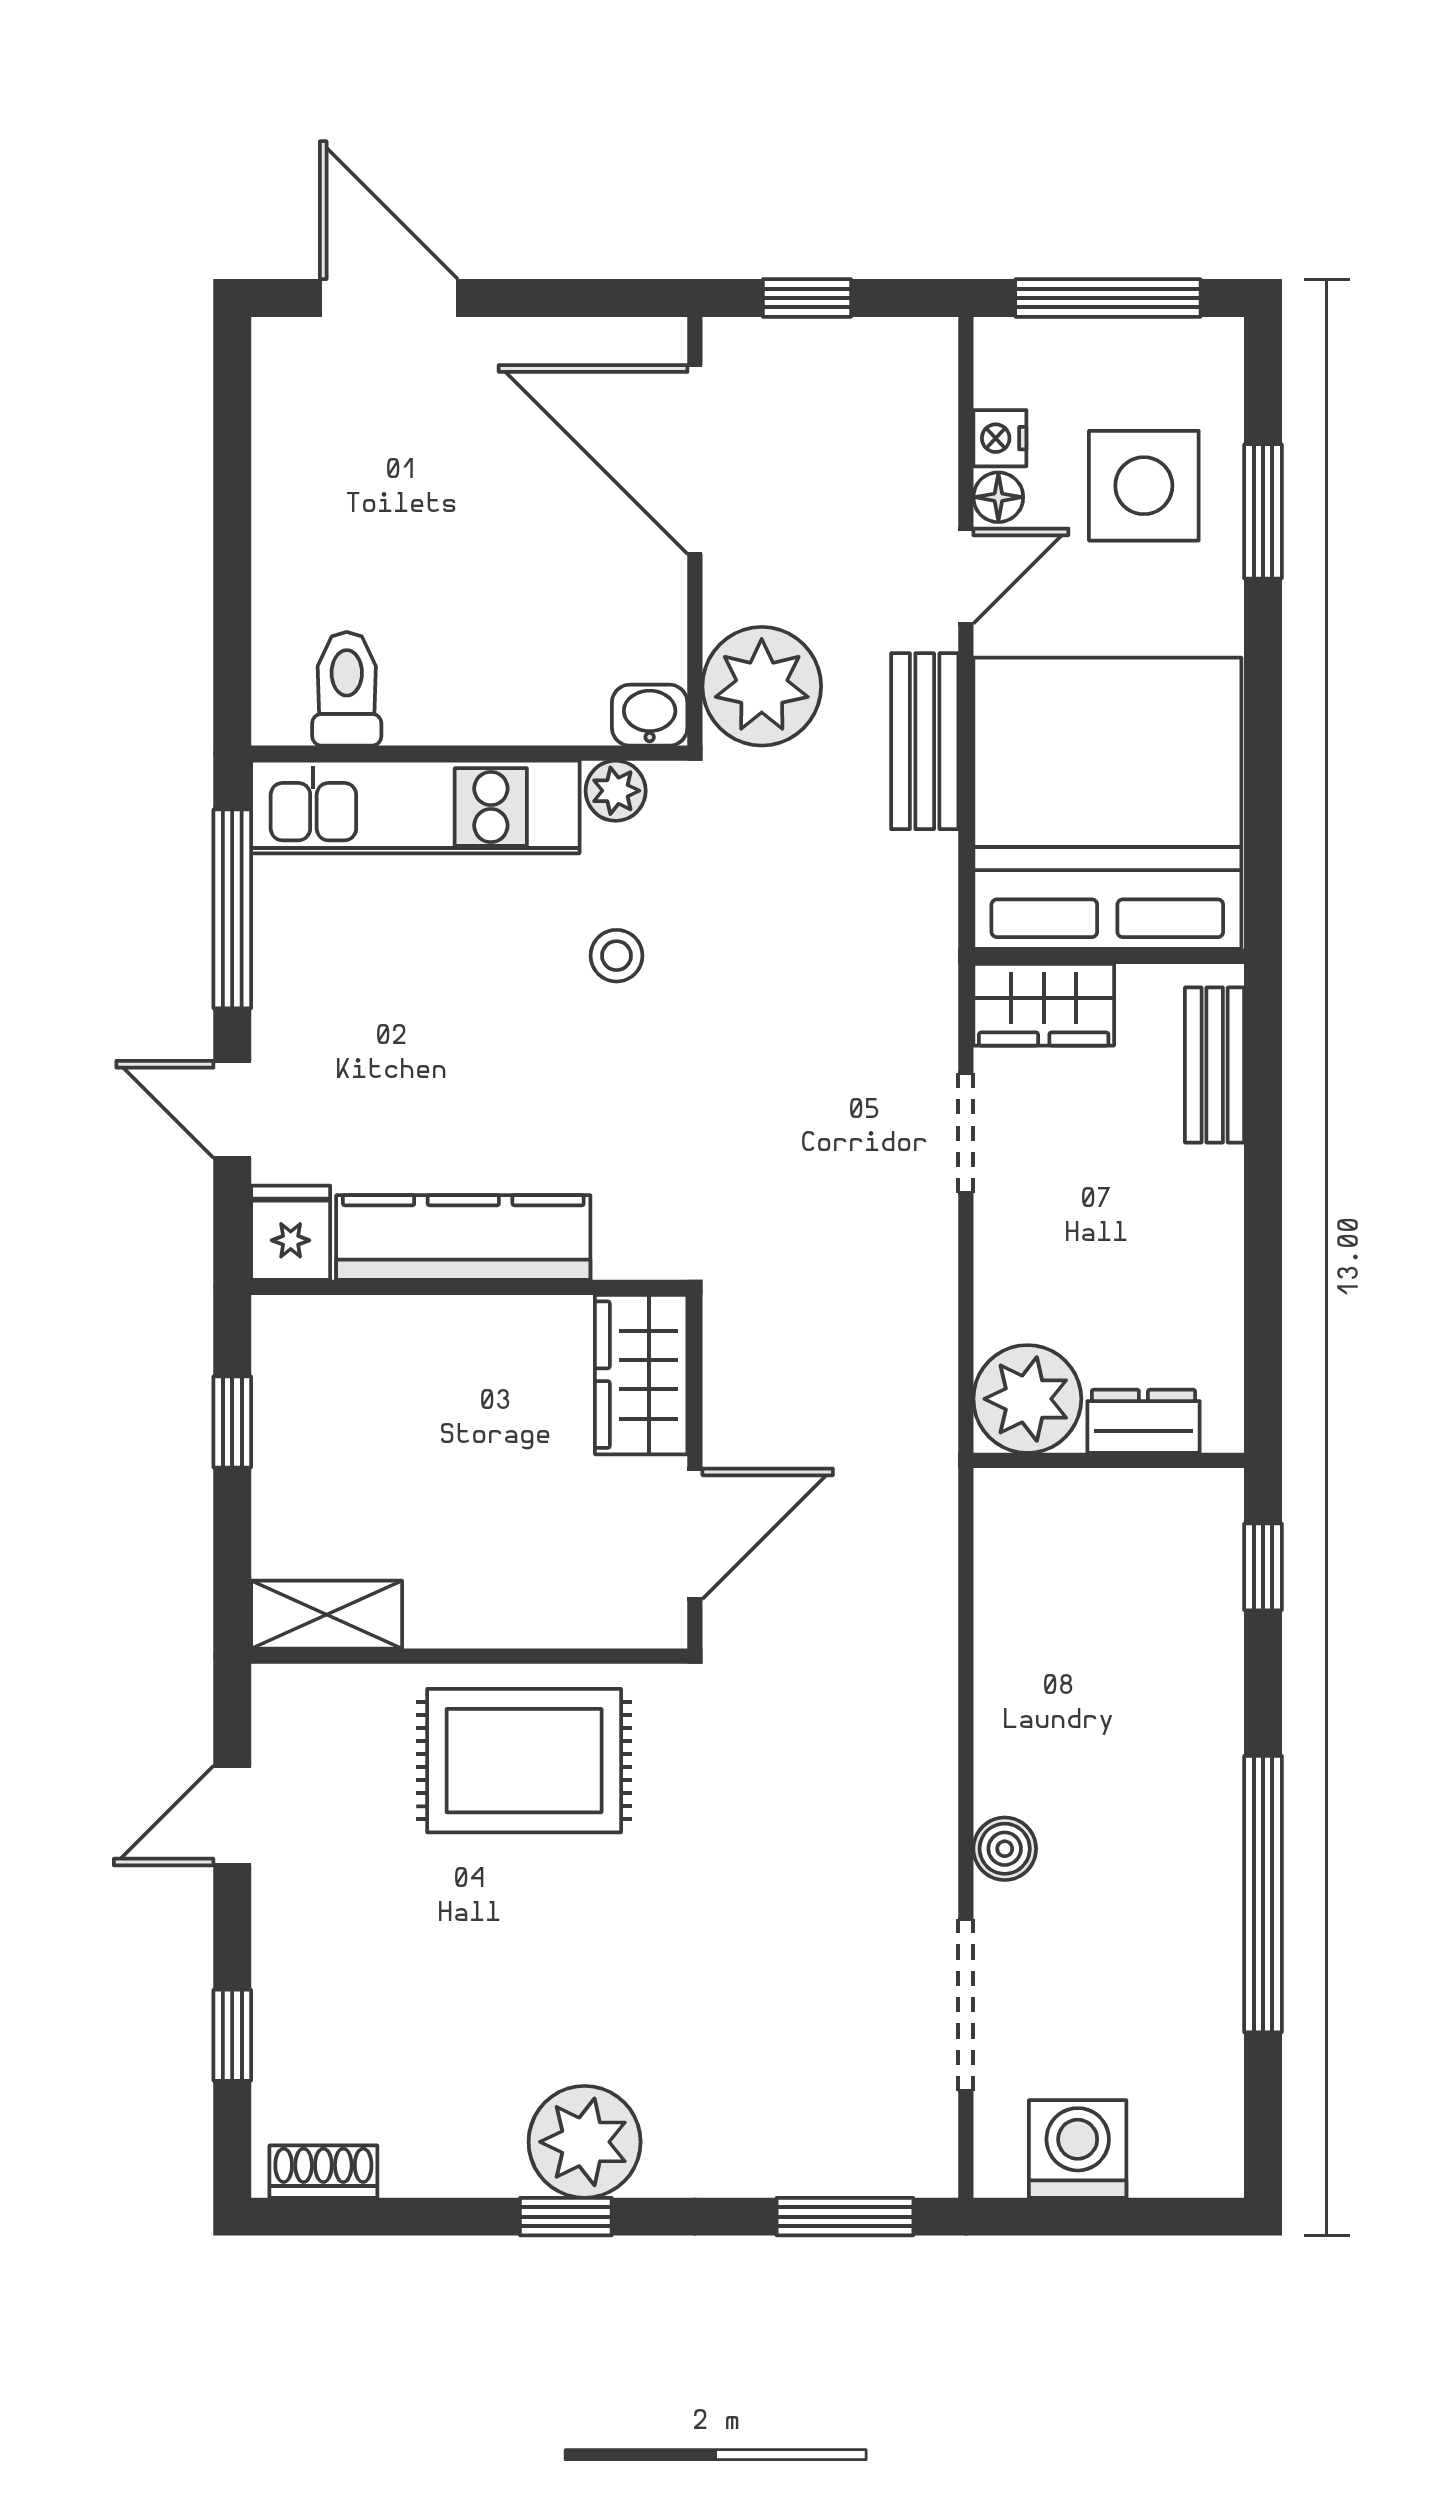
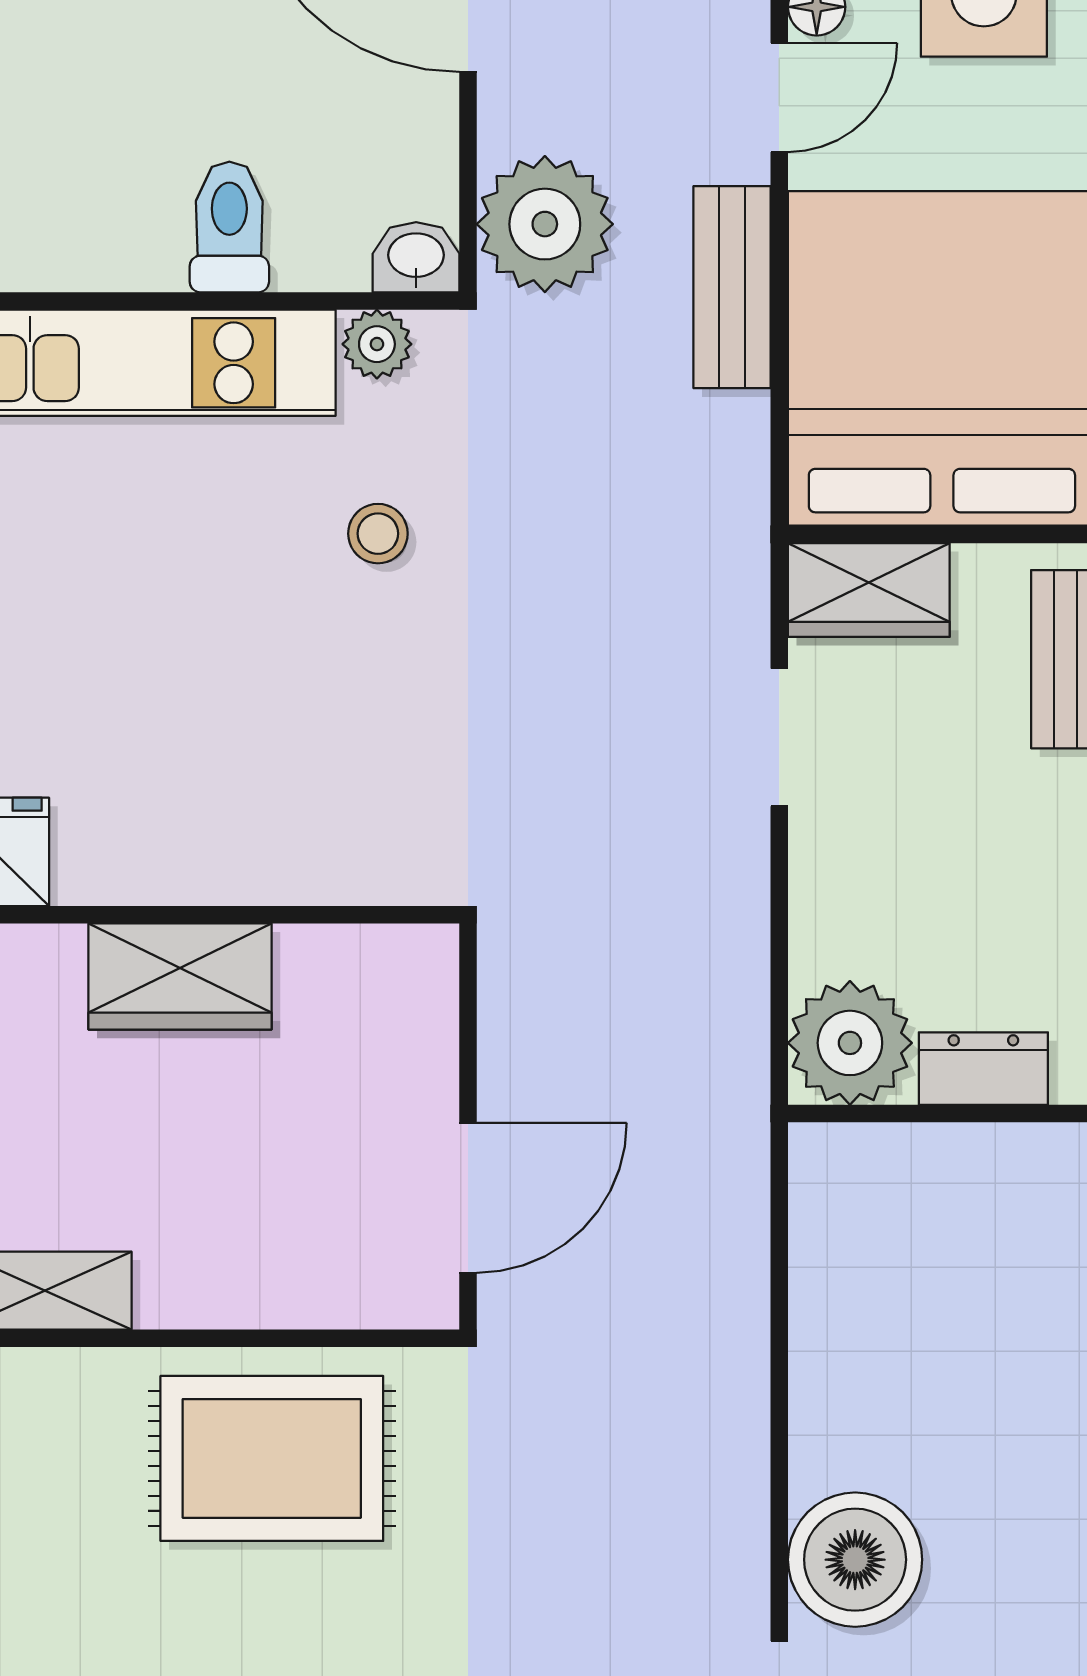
toilet: (347, 689) -> (229, 227), moved
kitchen counter: (463, 1238) -> (202, 857), removed
wardrobe: (641, 1375) -> (180, 976), moved, turned -90
boiler: (1005, 1849) -> (855, 1560), width x1.86, depth x1.86

